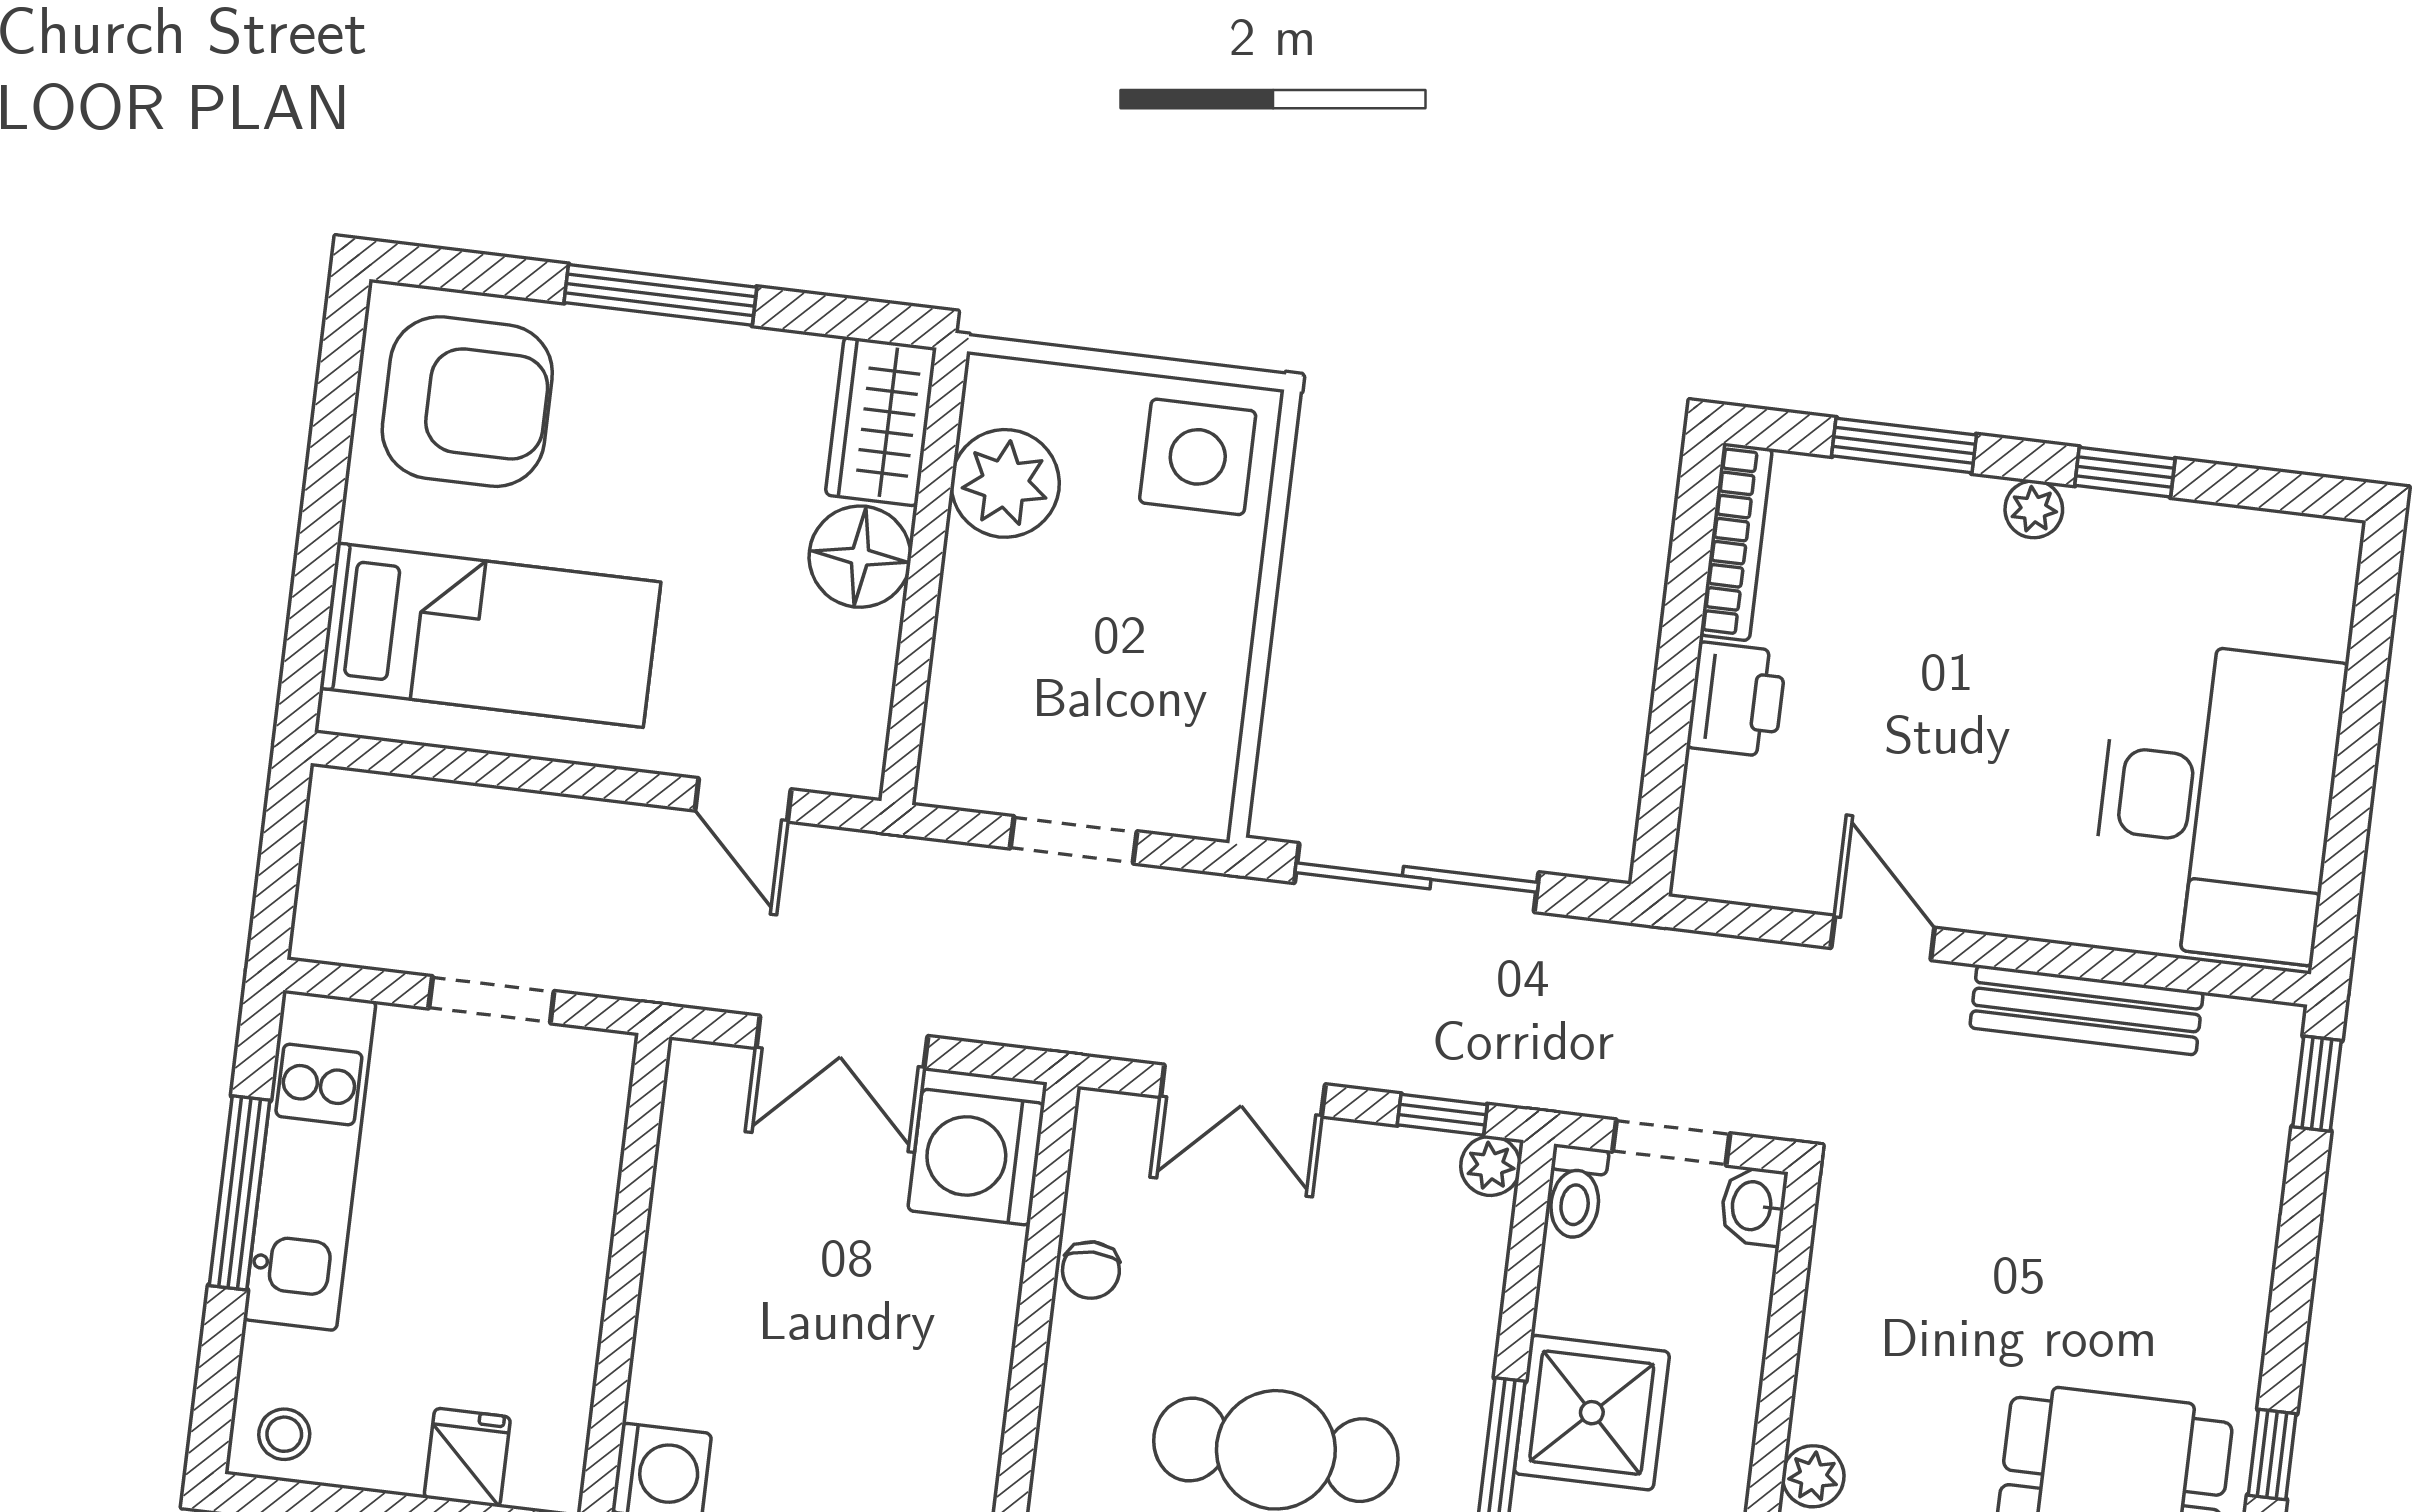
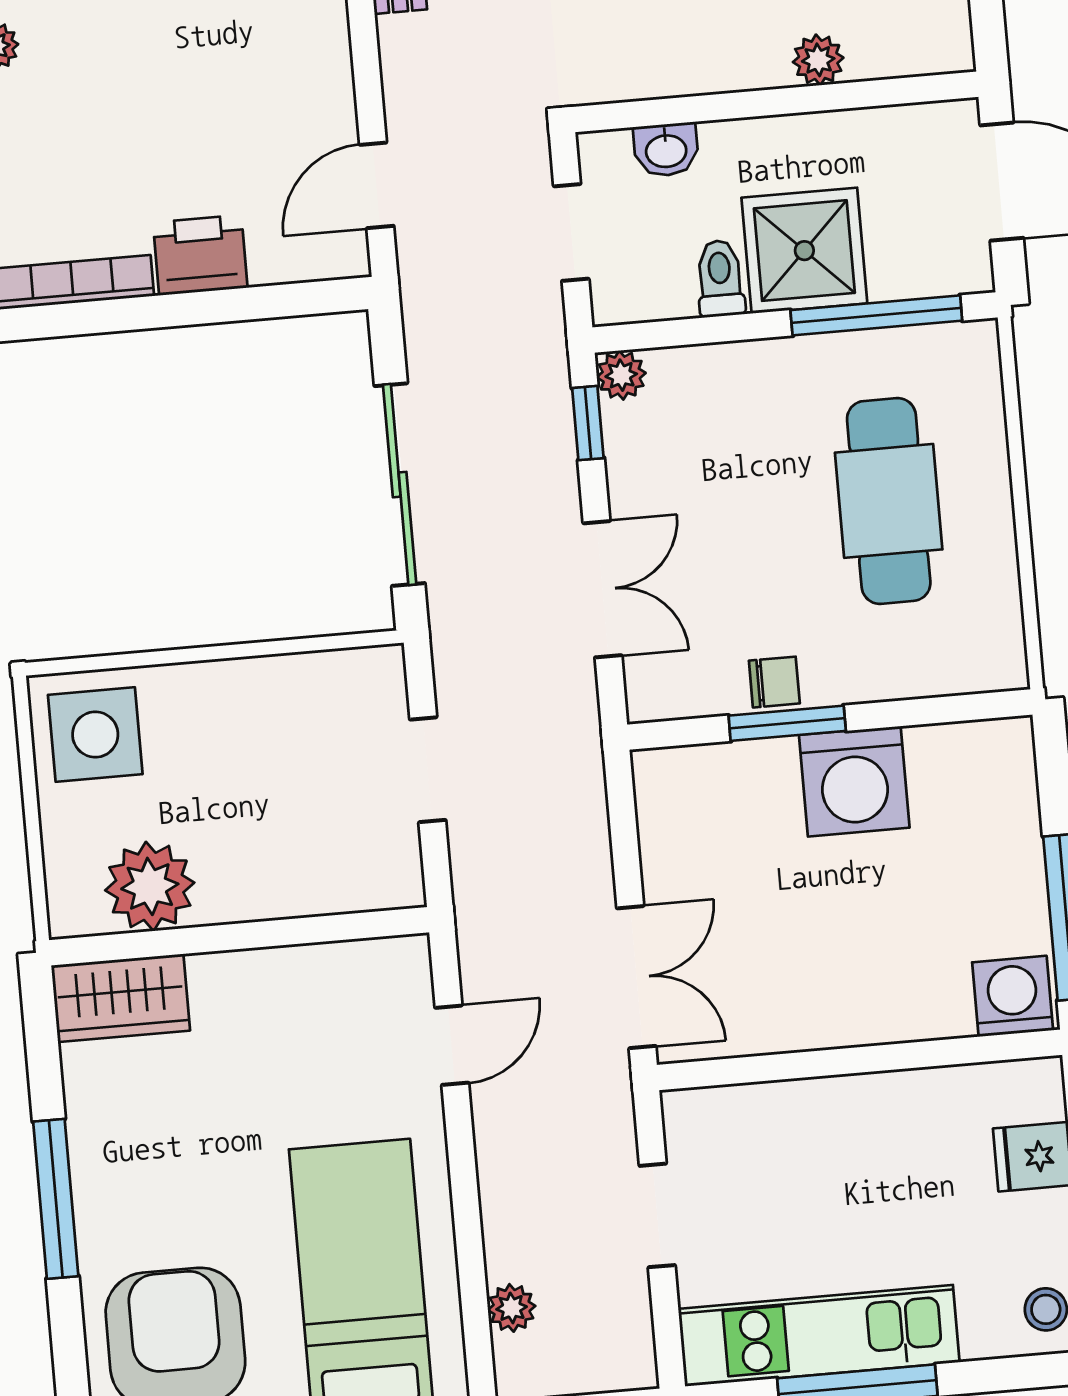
floor lamp: (860, 557) -> (234, 992), removed
plant: (419, 805) -> (512, 1308), added
door: (1883, 938) -> (377, 185), moved
double door: (842, 1042) -> (636, 977), moved
washing machine: (976, 1157) -> (854, 781), moved
toilet: (1576, 1192) -> (720, 278), moved, turned -90
washbasin: (1753, 1206) -> (666, 150), moved
window: (1039, 1275) -> (787, 723), added

